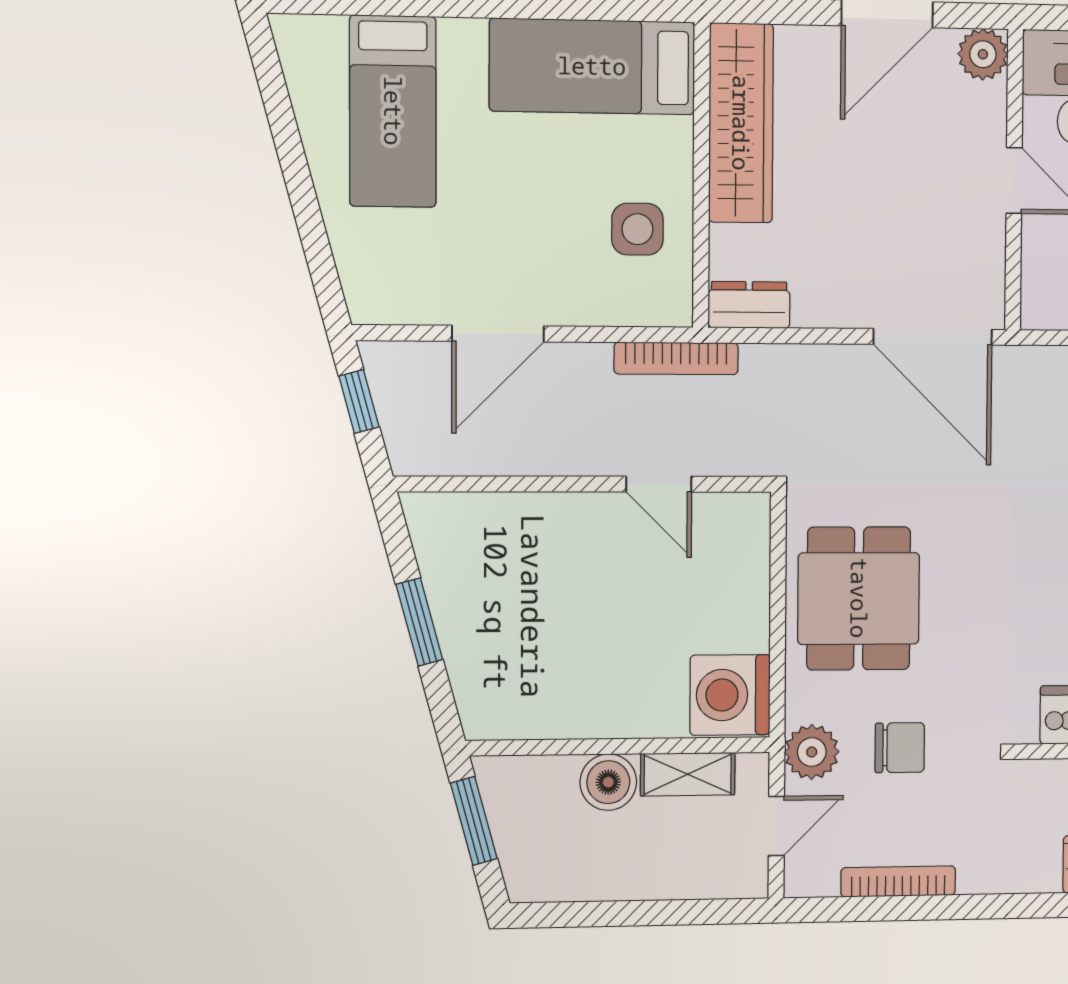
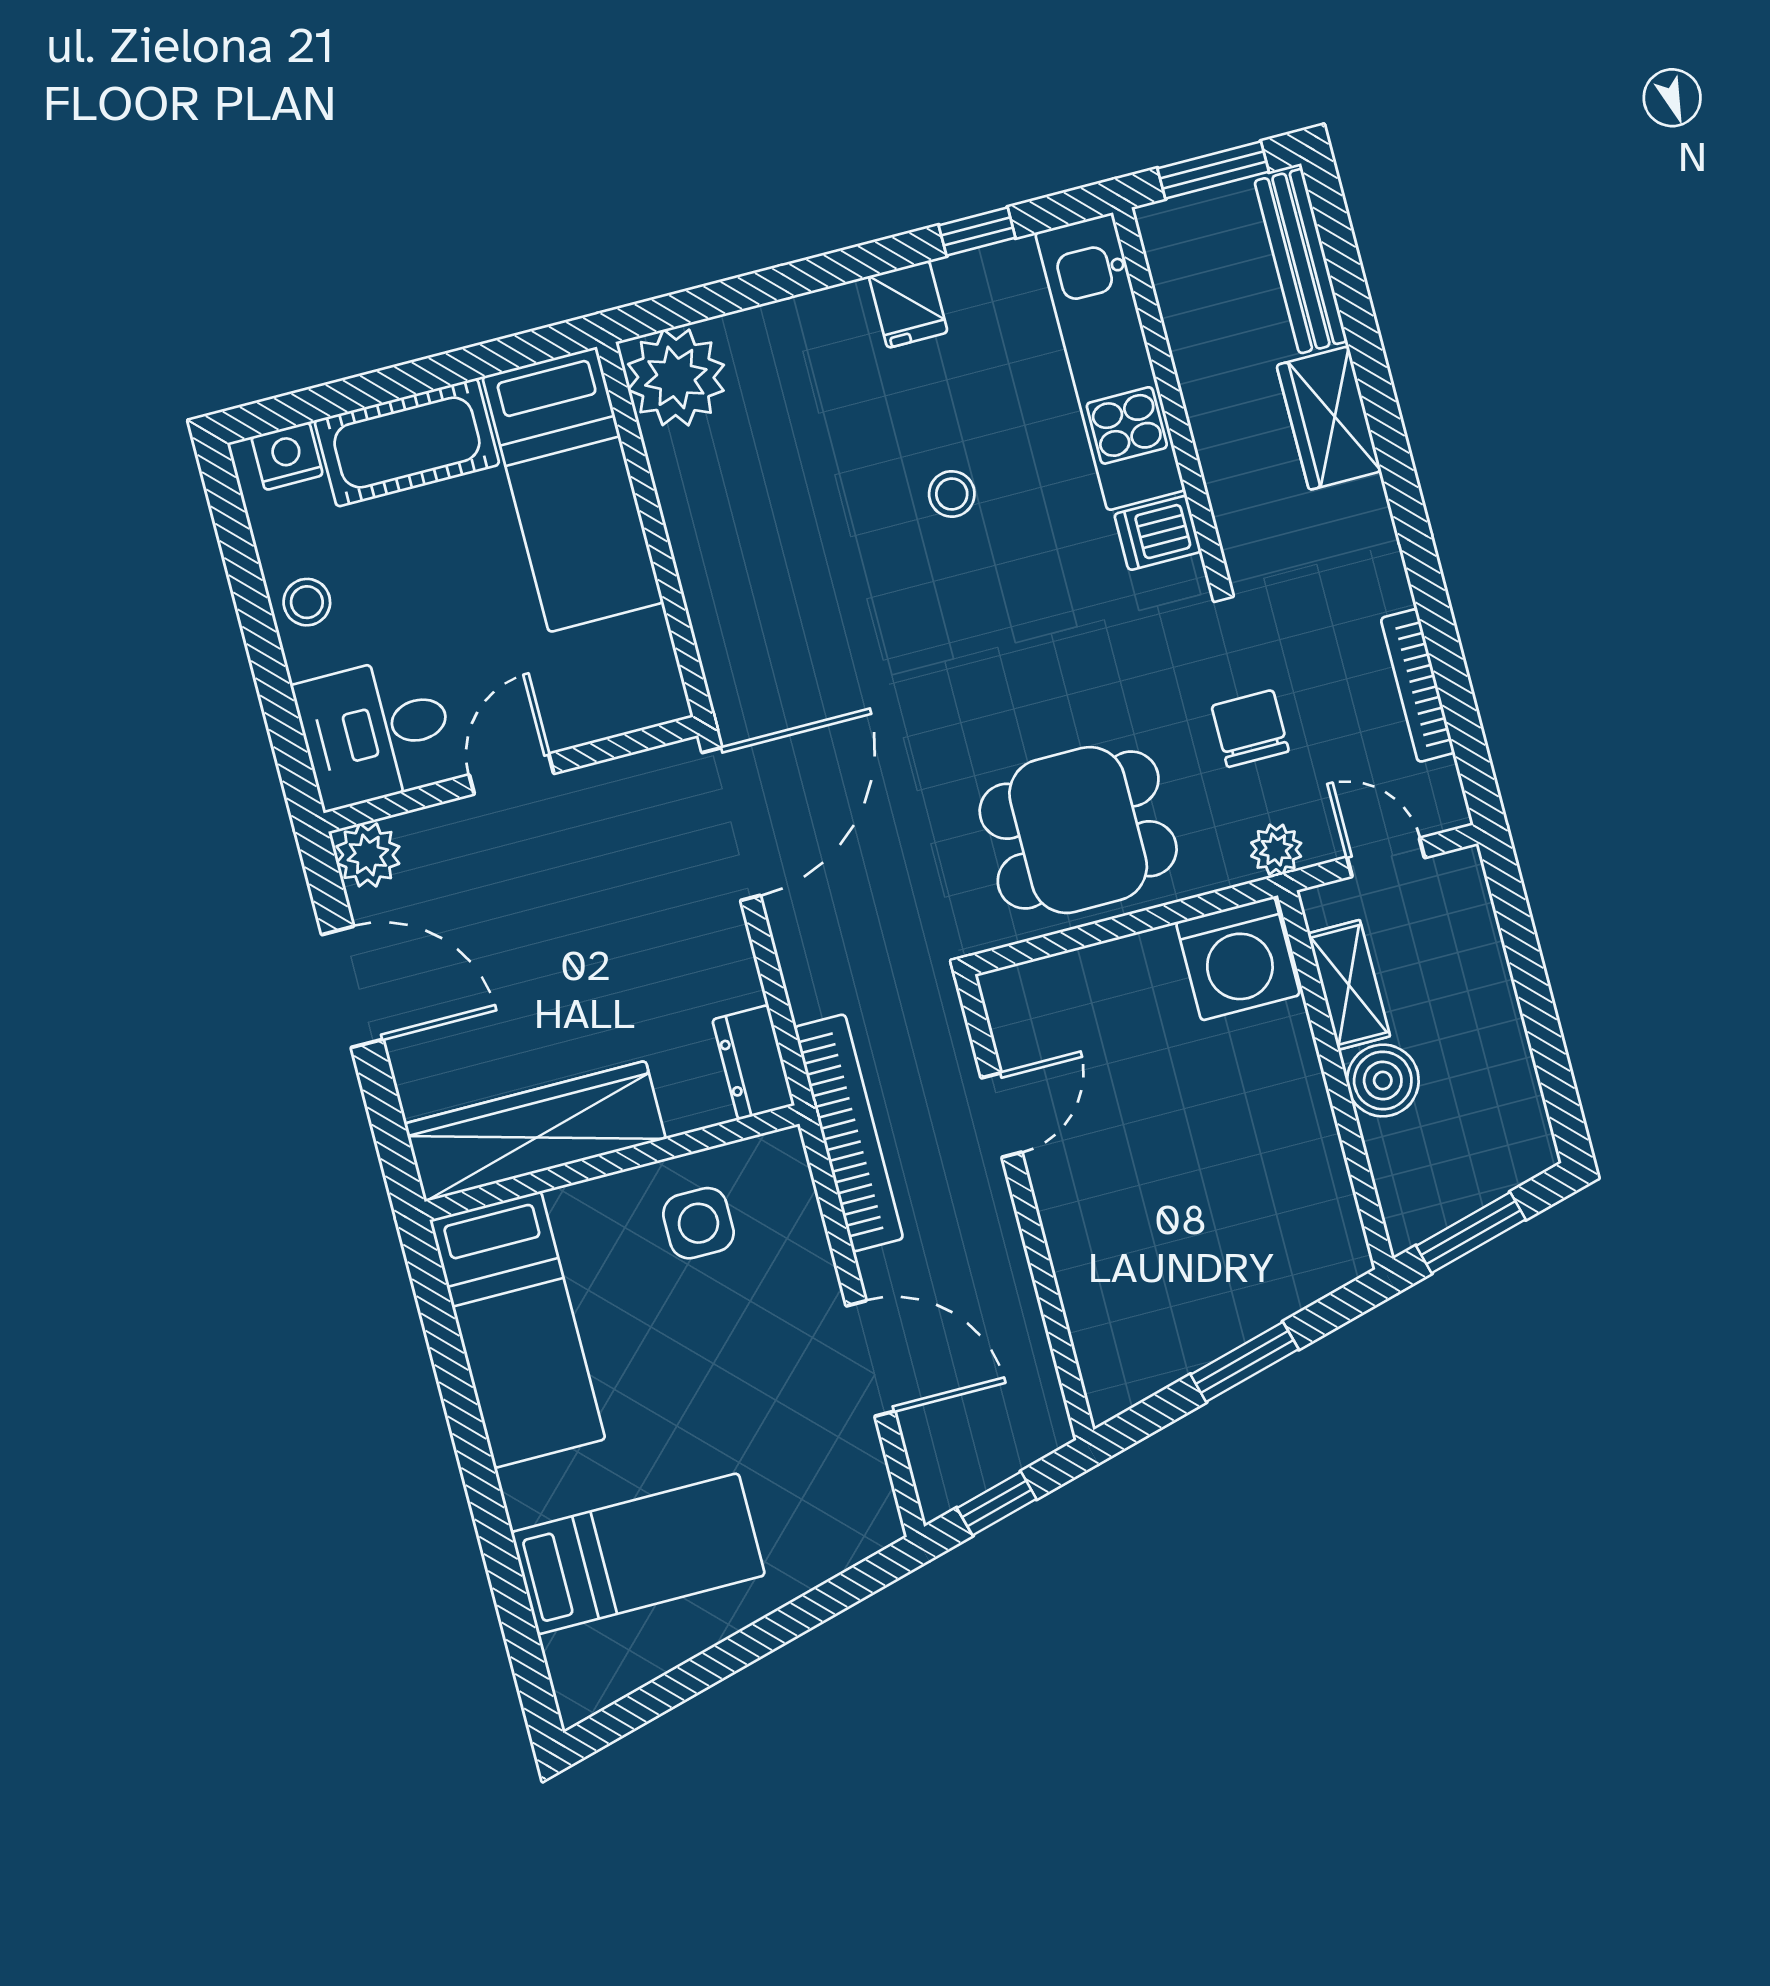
bookcase: (676, 358) -> (849, 1133), width x1.48, depth x1.31
plant: (812, 752) -> (1276, 850), width x0.73, depth x0.73

